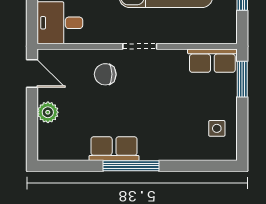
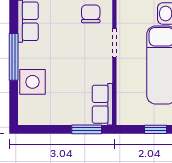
side table: (217, 128) -> (32, 82), moved, width x1.87, depth x1.87
window: (131, 166) -> (14, 57), moved

